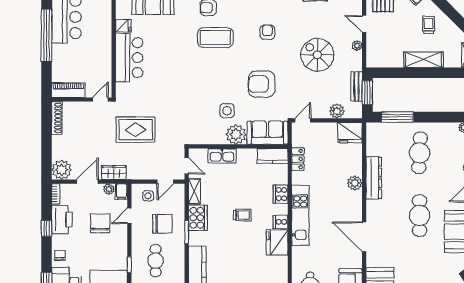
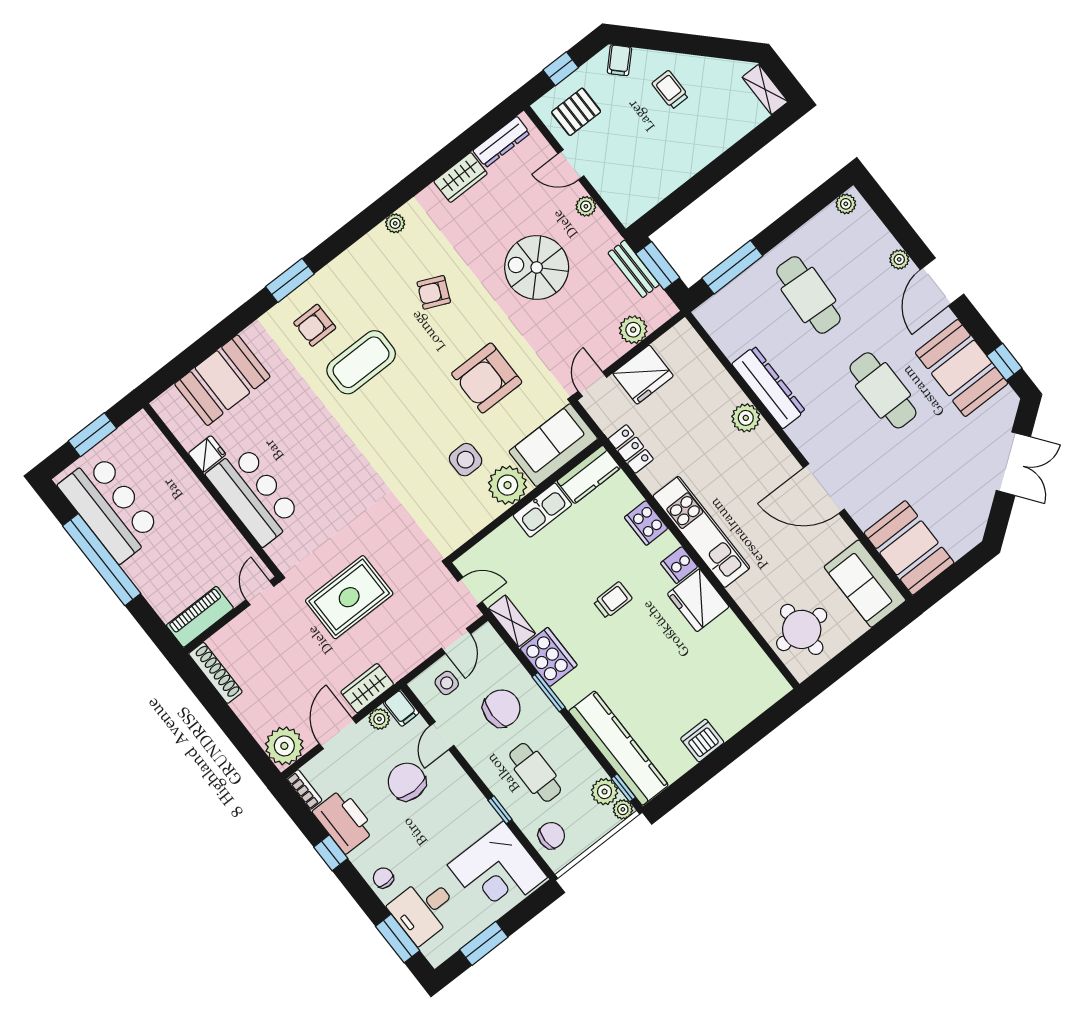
armchair: (267, 32) -> (434, 292), turned -66
shelving: (423, 60) -> (704, 149), removed
fridge: (350, 133) -> (643, 375), moved
kitchen sink: (222, 156) -> (542, 510), moved

